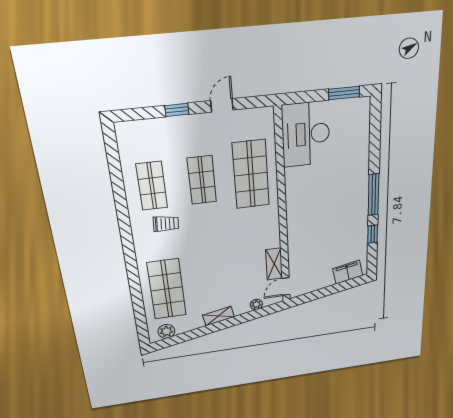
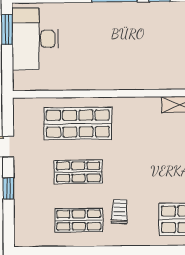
desk: (306, 134) -> (35, 39), moved, turned 90

